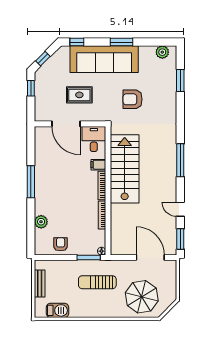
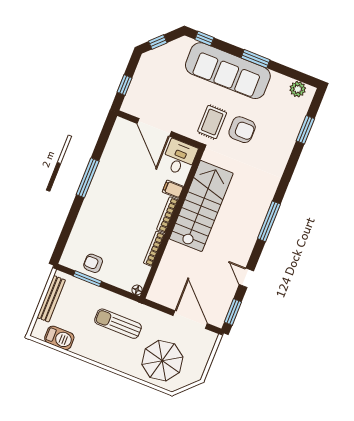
window: (31, 88) -> (125, 85), moved
rug: (79, 95) -> (212, 122), moved, turned 90
armchair: (133, 99) -> (242, 130), turned 180
plant: (41, 222) -> (81, 228), removed
armchair: (61, 244) -> (93, 263), turned -90
window: (89, 258) -> (87, 279), moved
bench: (40, 283) -> (51, 299), width x1.36

